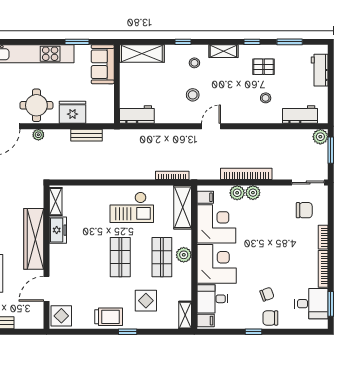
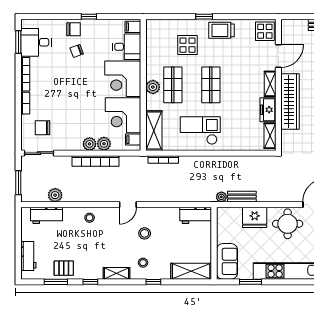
pallet: (264, 67) -> (64, 268), moved
stool: (266, 98) -> (90, 218), moved
plant: (38, 135) -> (221, 197), moved
plant: (320, 137) -> (55, 195), moved
shelving: (185, 315) -> (270, 84), moved

